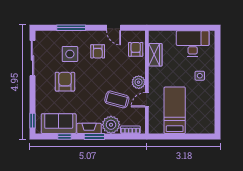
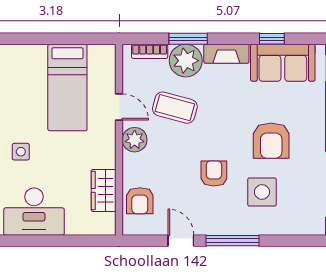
window: (71, 28) -> (232, 241), moved
armchair: (98, 51) -> (214, 174), moved
door: (147, 100) -> (119, 107), hinge flipped
window: (94, 136) -> (188, 39), moved

